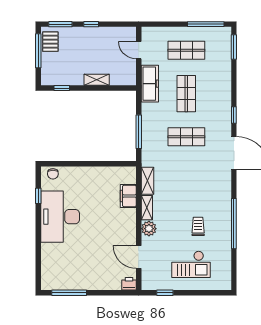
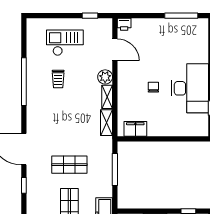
chair: (53, 174) -> (153, 87), moved
filing cabinet: (128, 196) -> (135, 129), moved, turned -90

